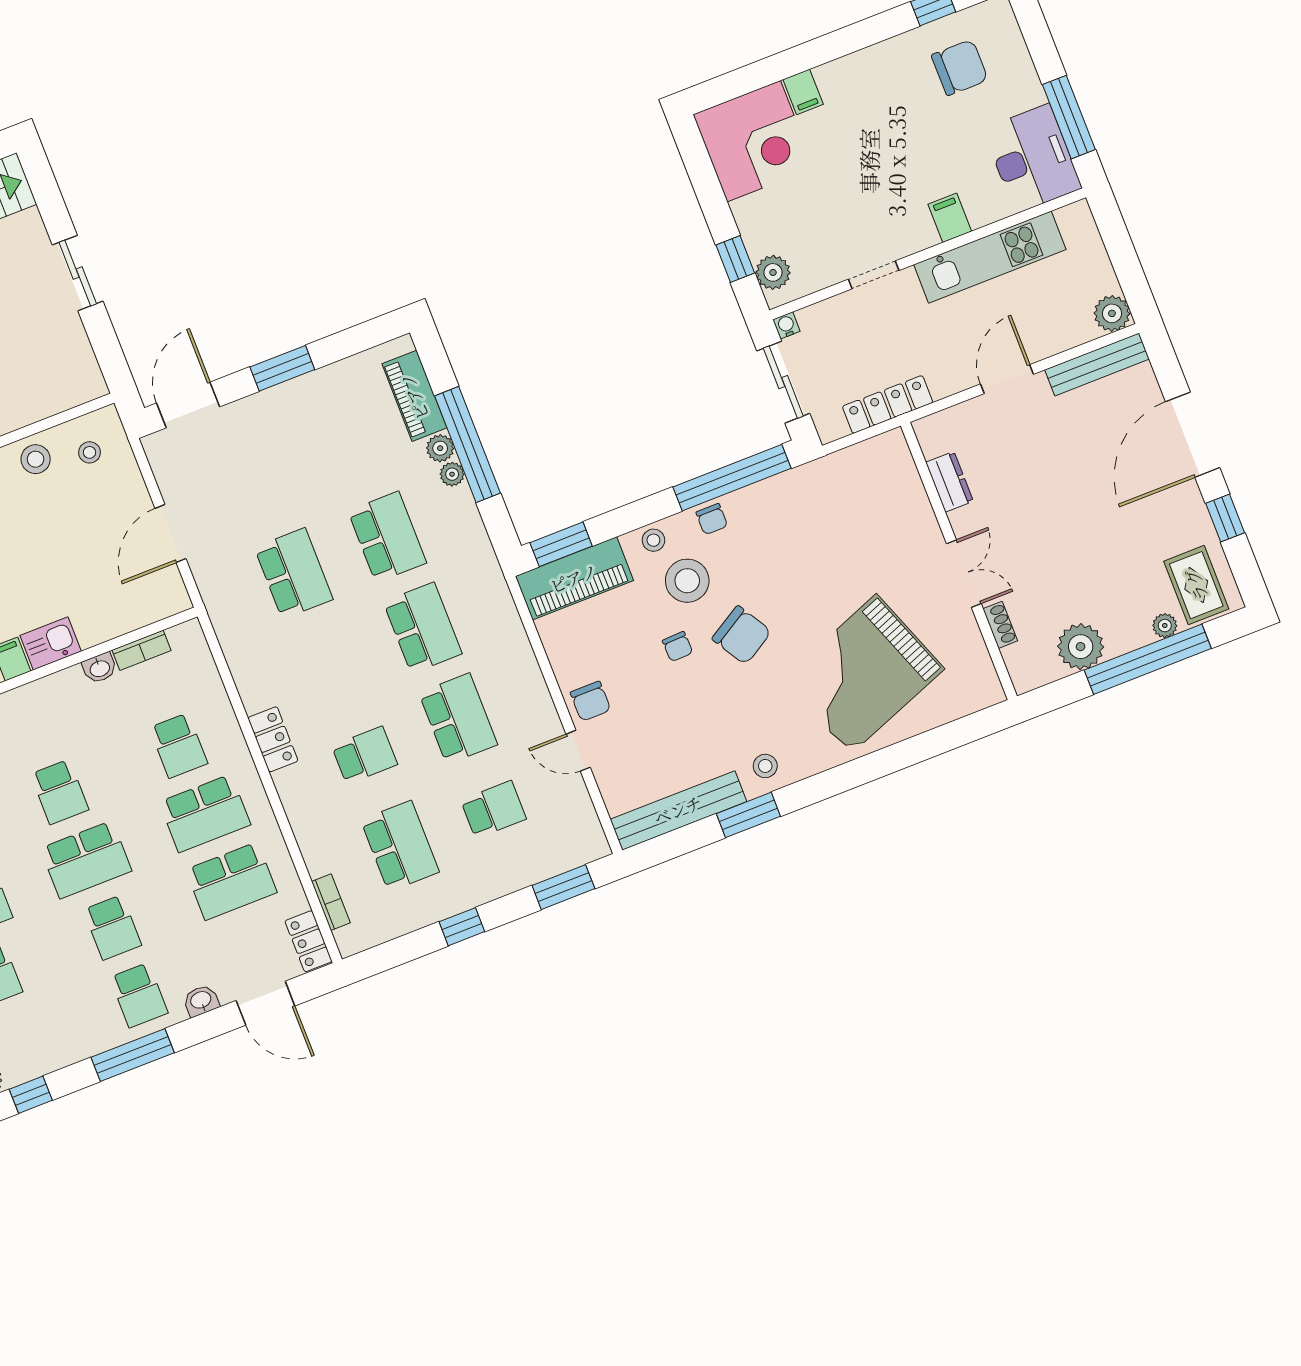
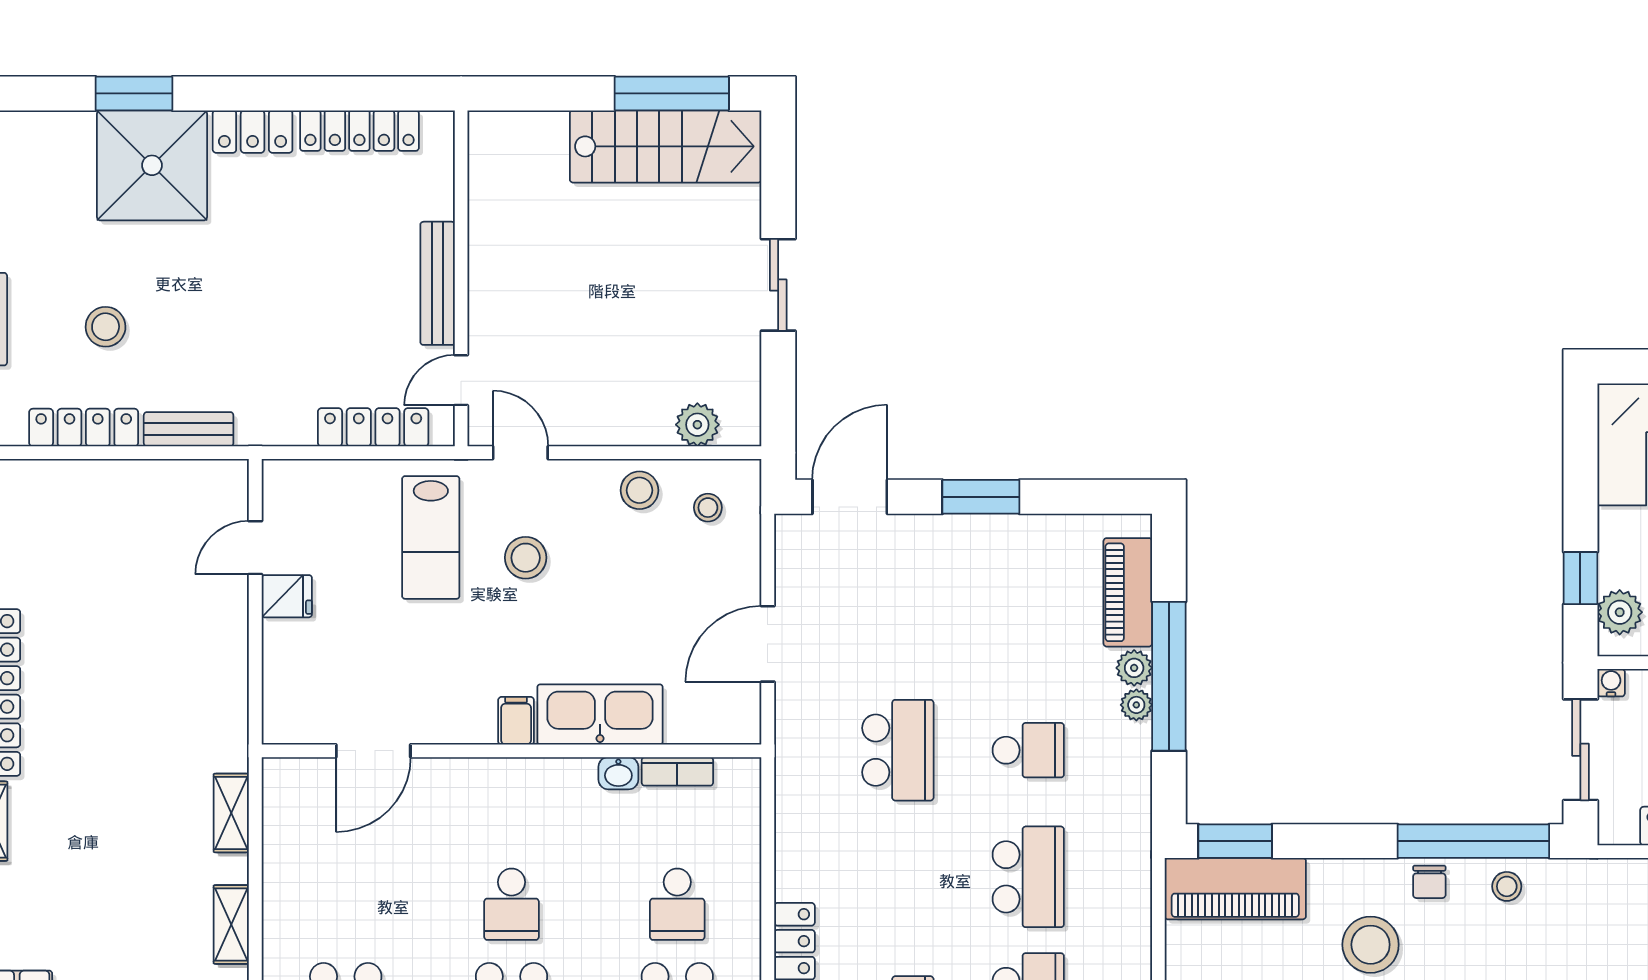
plant: (59, 396) -> (697, 425), added
school desk: (387, 537) -> (1028, 750), width x0.54
stool: (653, 540) -> (1507, 886), moved
kitchen sink: (51, 643) -> (600, 714), width x1.87, depth x1.24

